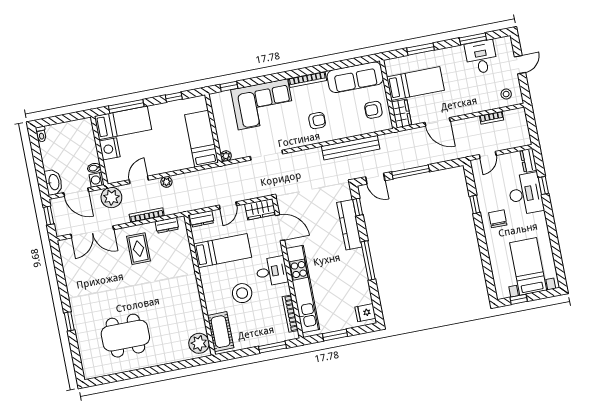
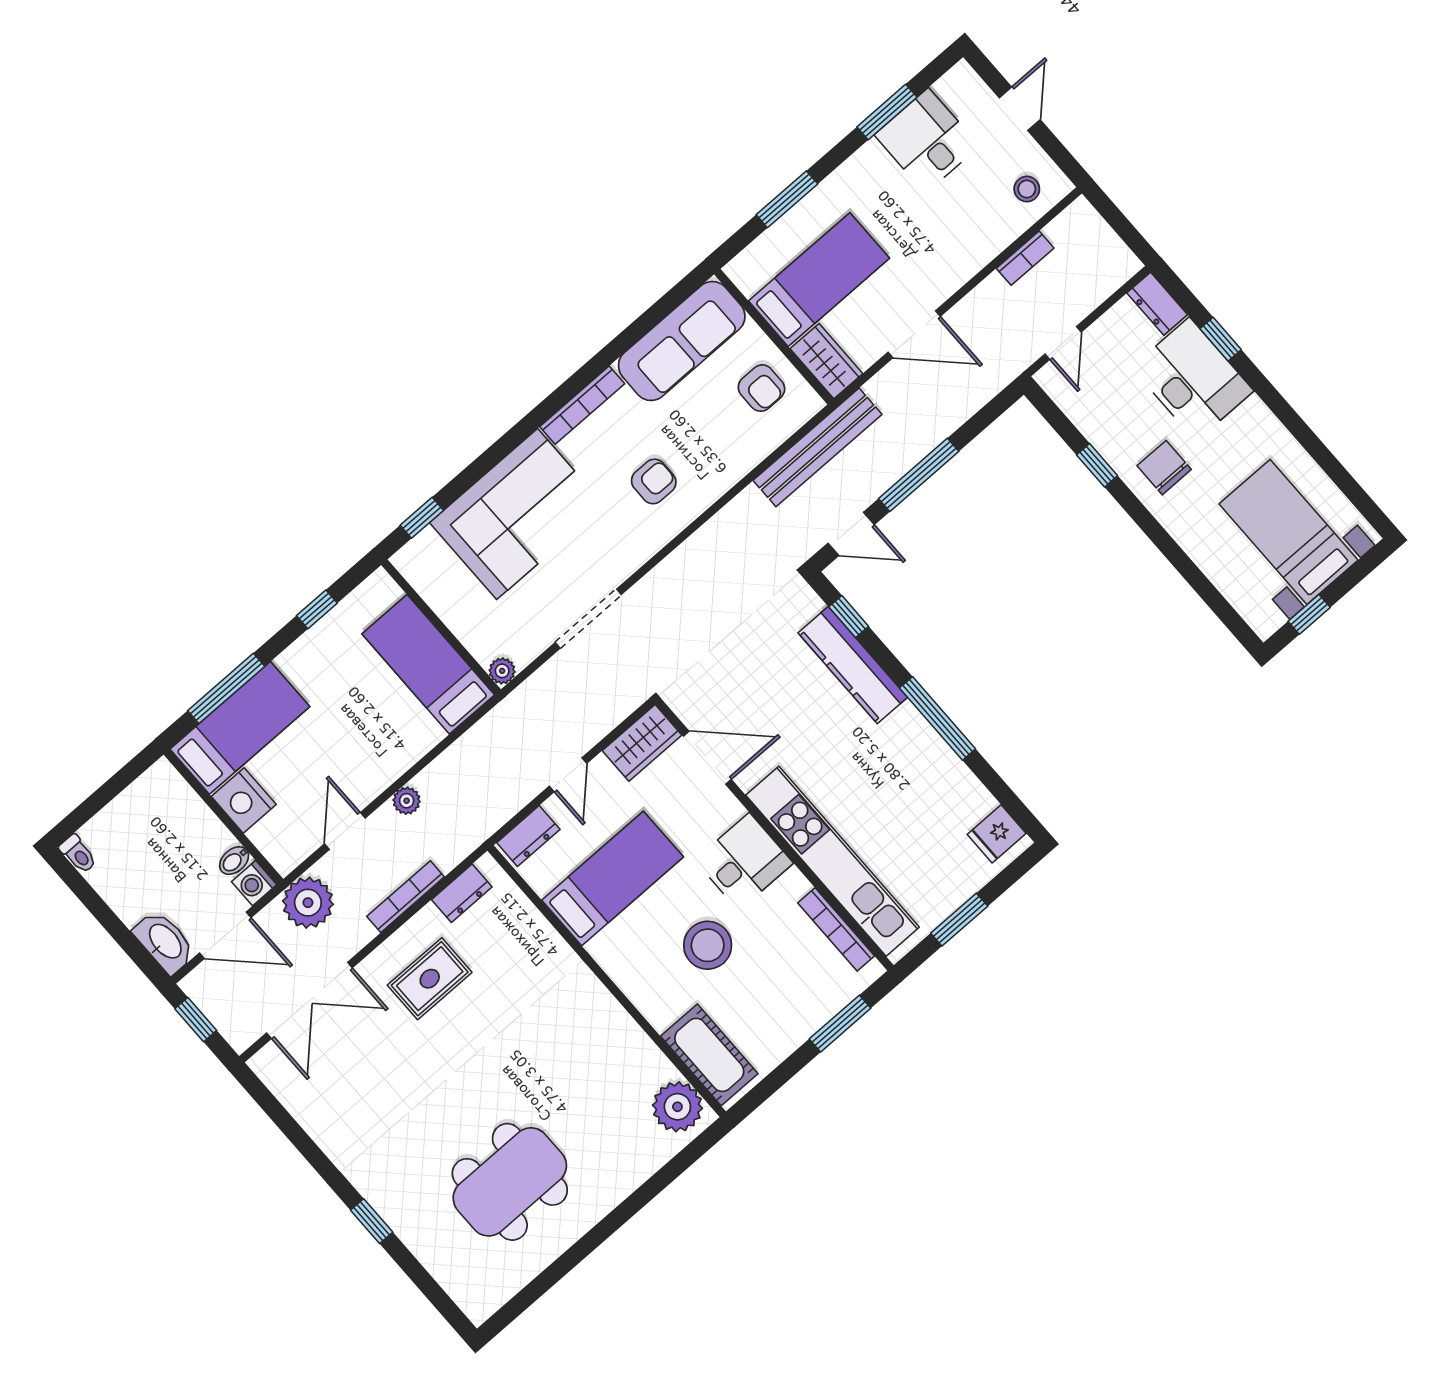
armchair: (373, 110) -> (761, 388), turned -90
bench: (351, 148) -> (818, 447), moved
rug: (138, 249) -> (430, 979), turned 90

